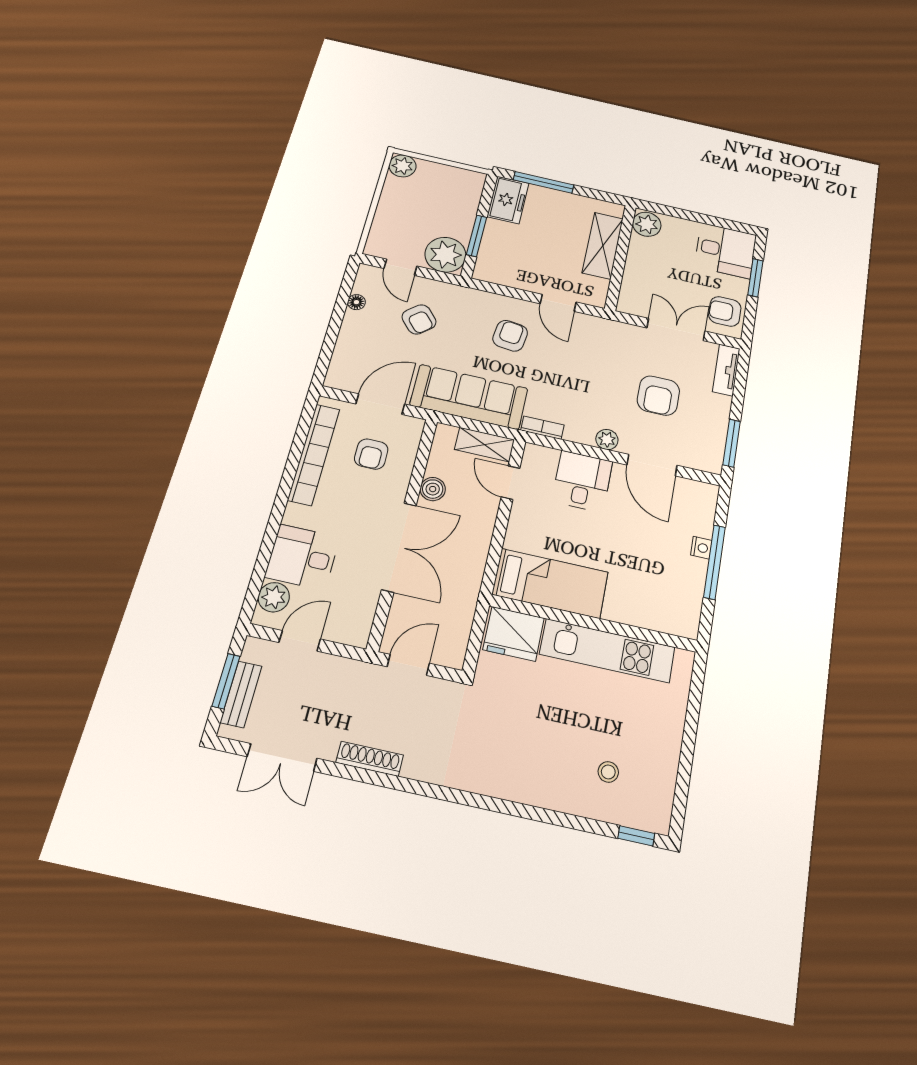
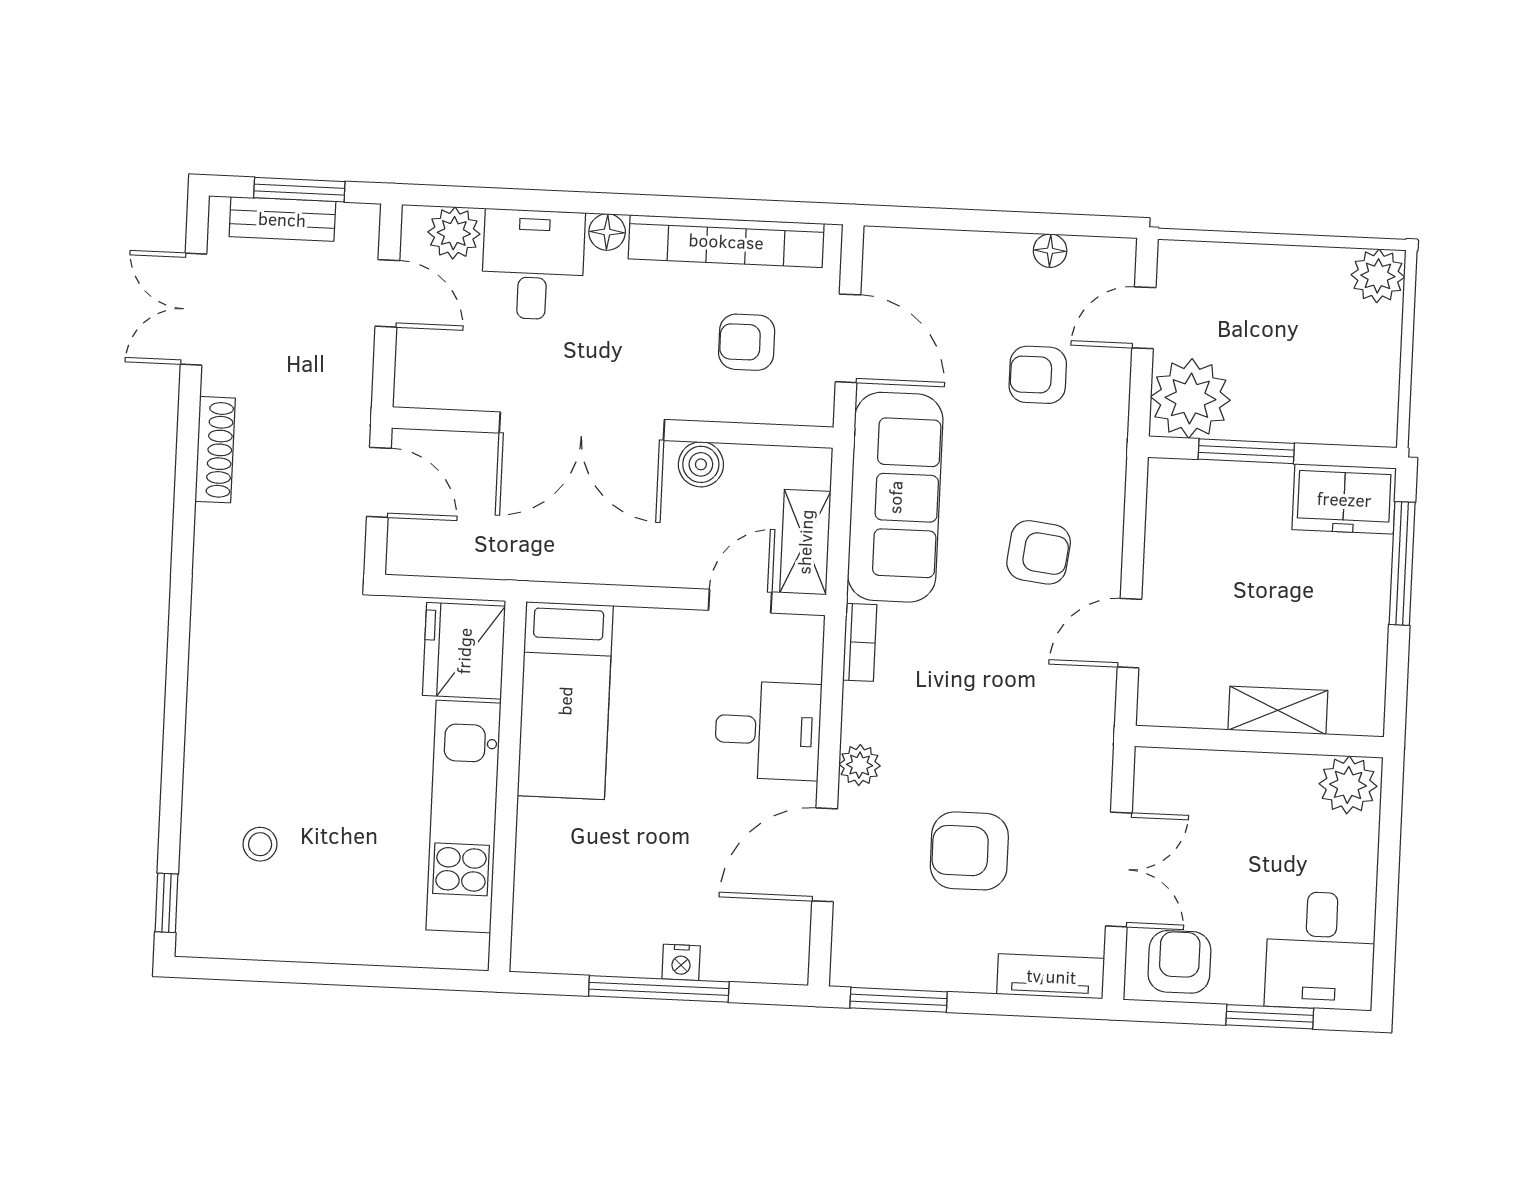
shelving: (603, 246) -> (1278, 710), width x0.67, depth x0.75
armchair: (419, 319) -> (1038, 375), turned 41
floor lamp: (294, 514) -> (607, 232), added

